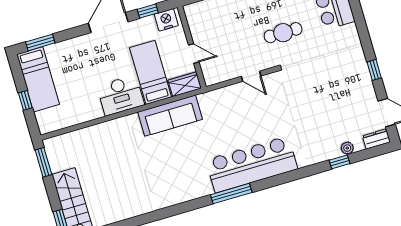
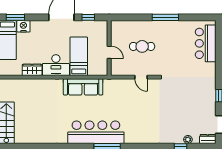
nightstand: (166, 20) -> (23, 26), moved
cafe table: (283, 33) -> (142, 46), moved
wardrobe: (185, 84) -> (32, 70), moved
bar counter: (252, 164) -> (96, 132), moved

